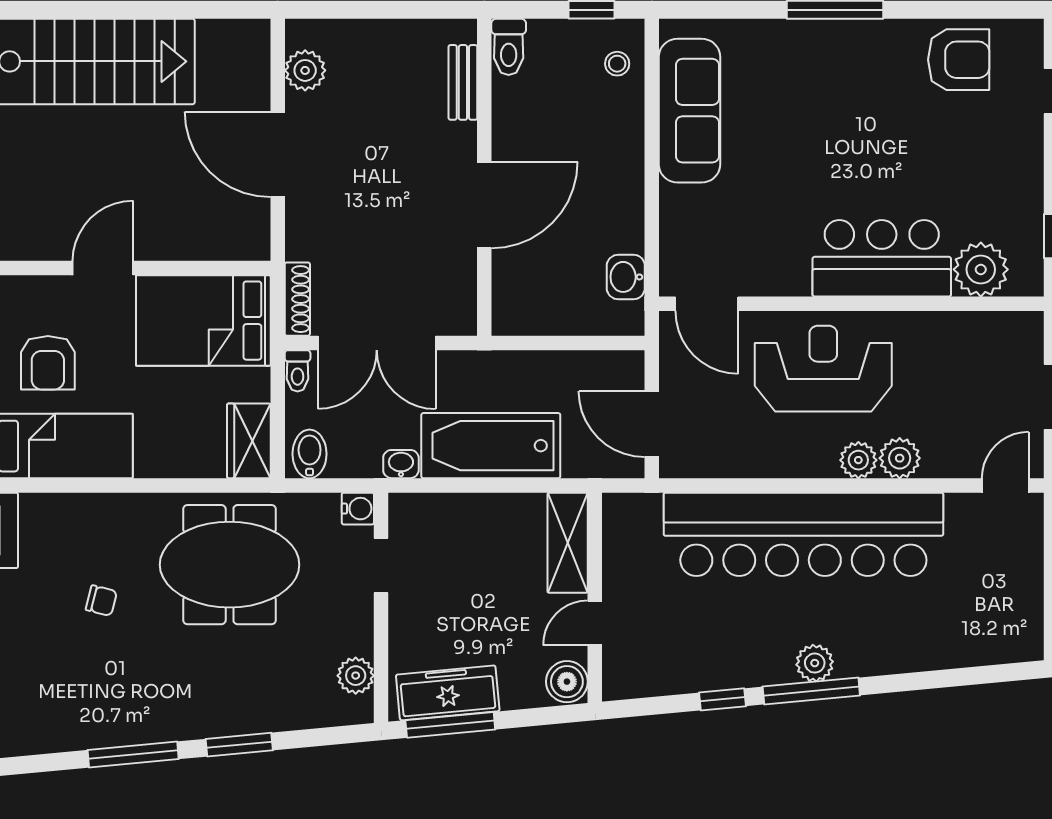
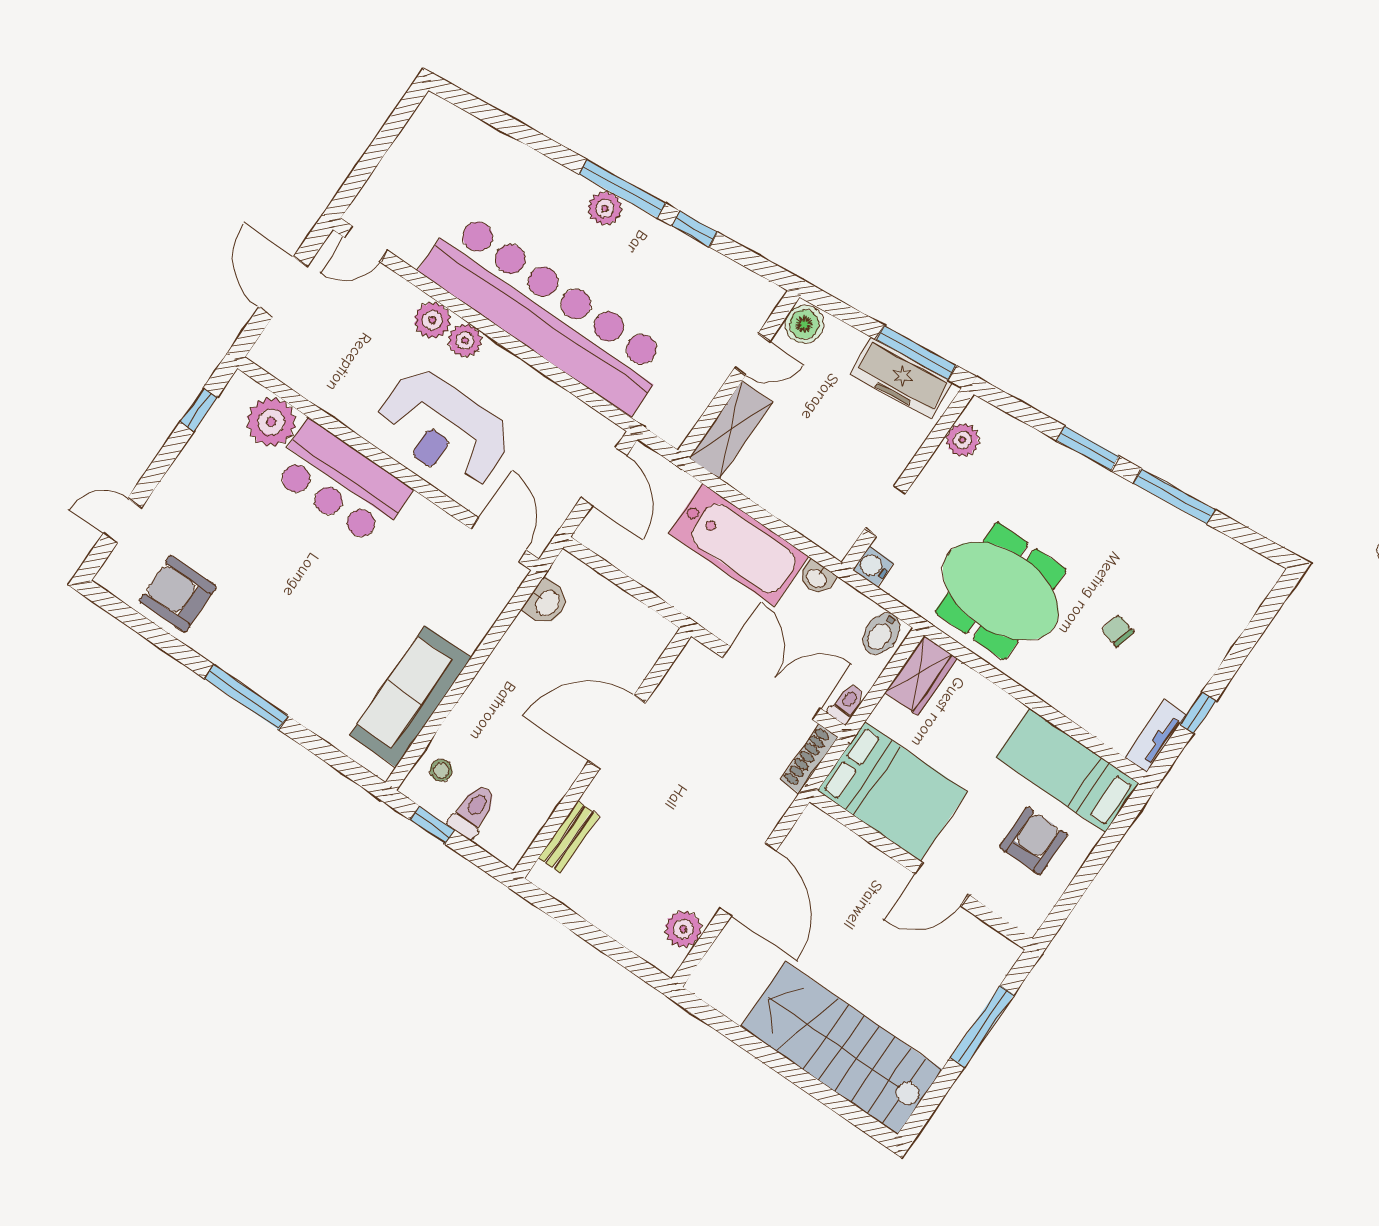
toilet: (509, 47) -> (473, 811), moved

